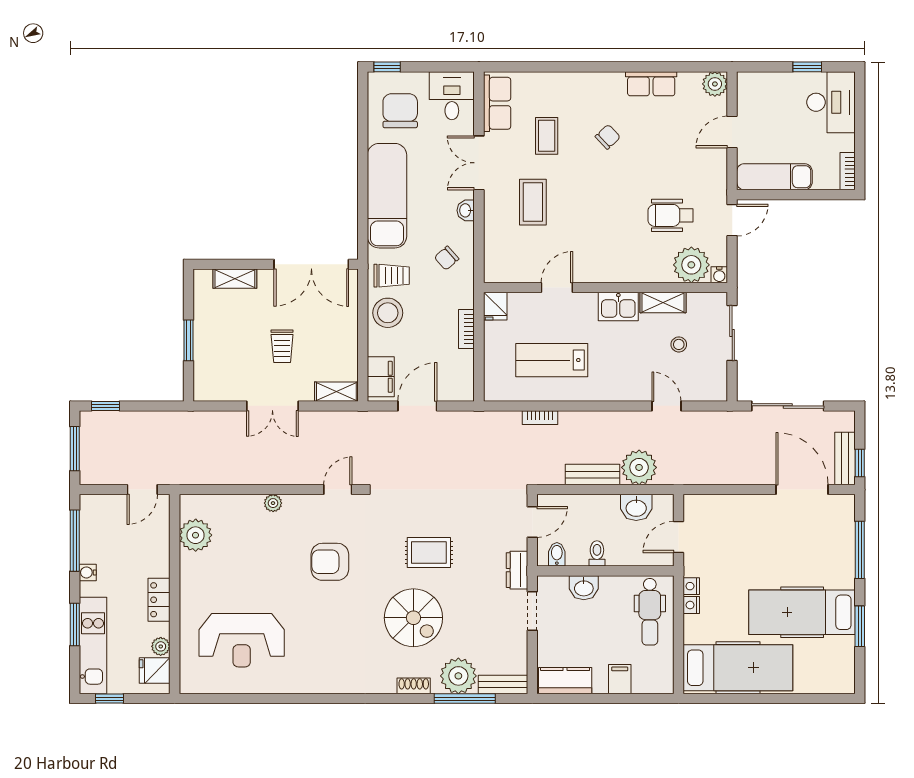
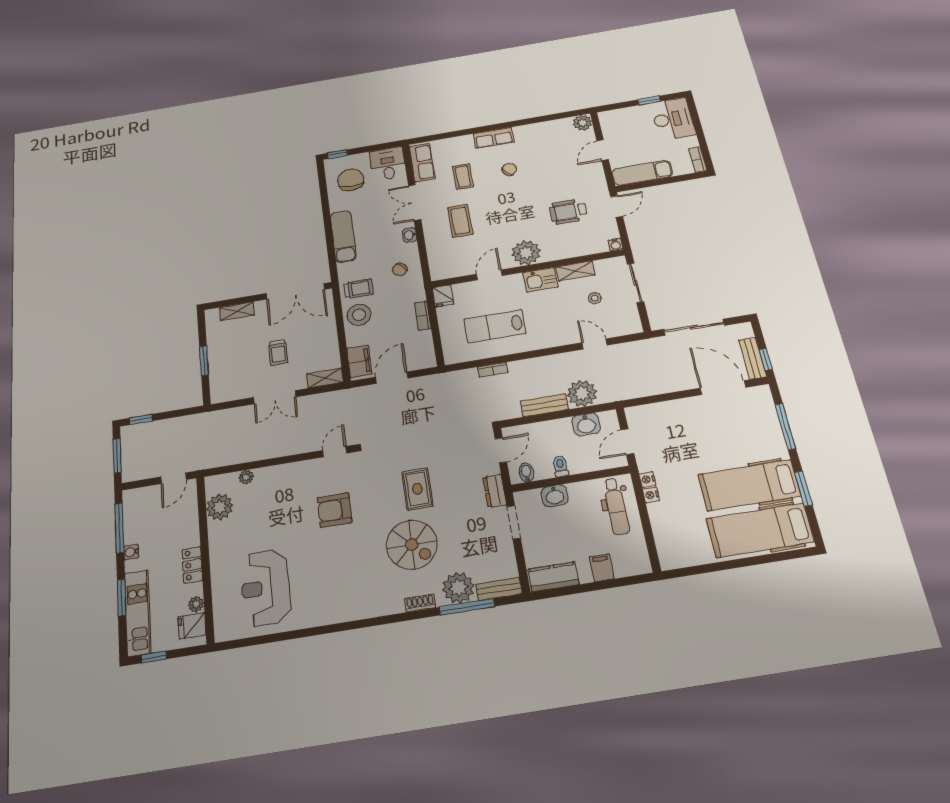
row of seats: (651, 84) -> (494, 138), moved
exam couch: (387, 196) -> (343, 236), width x0.73, depth x0.69
plant: (691, 265) -> (526, 253), moved
plant: (273, 503) -> (246, 477), moved
rug: (429, 553) -> (417, 489), turned 90
reception desk: (242, 640) -> (266, 588), turned 90
hospital bed: (738, 668) -> (760, 530), moved, turned 180

